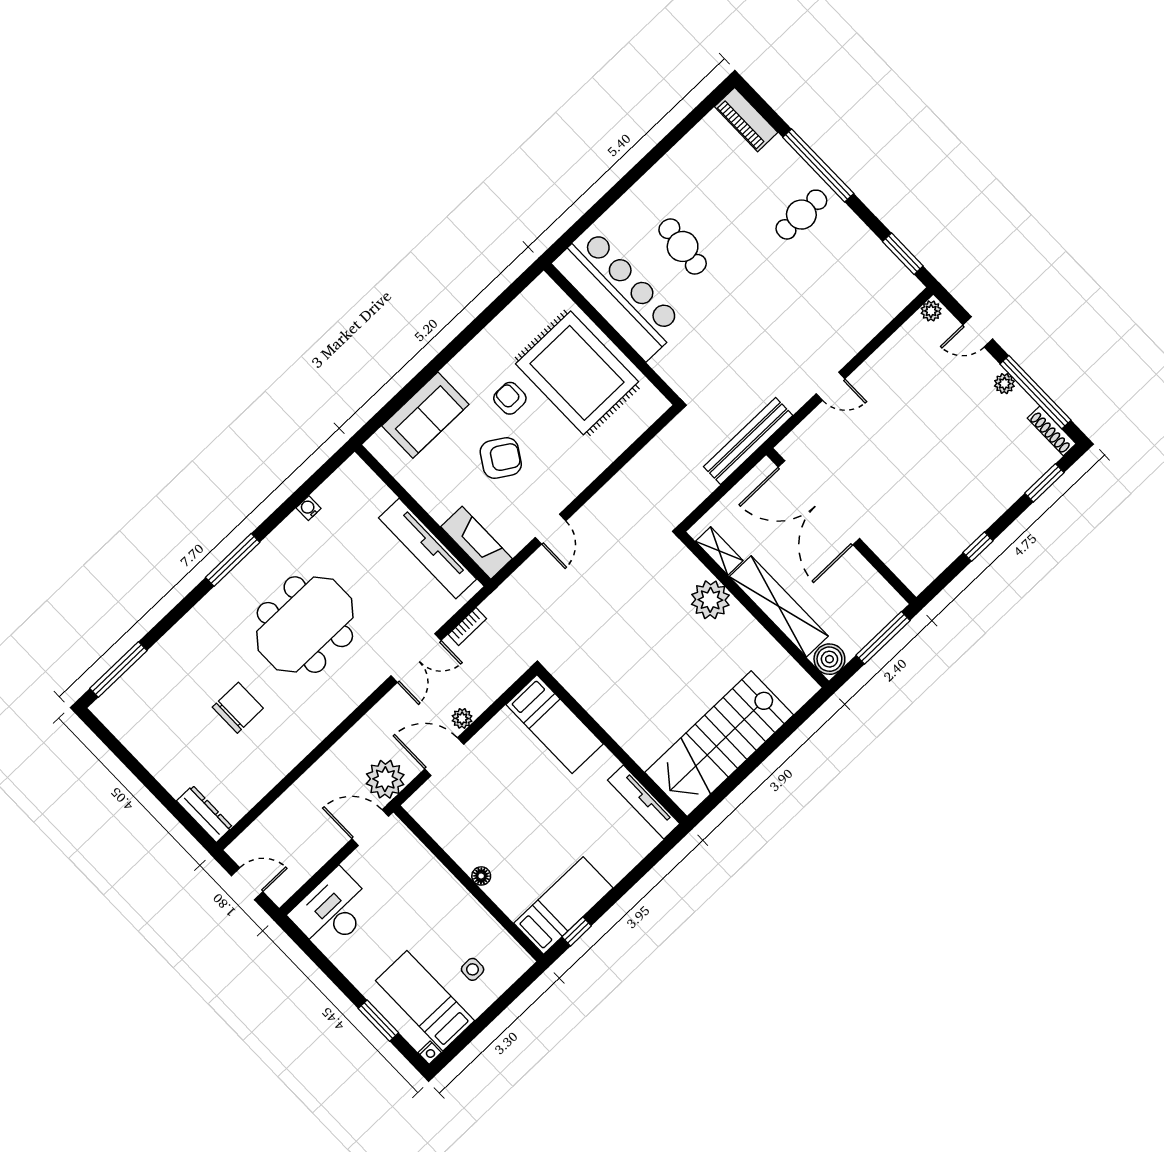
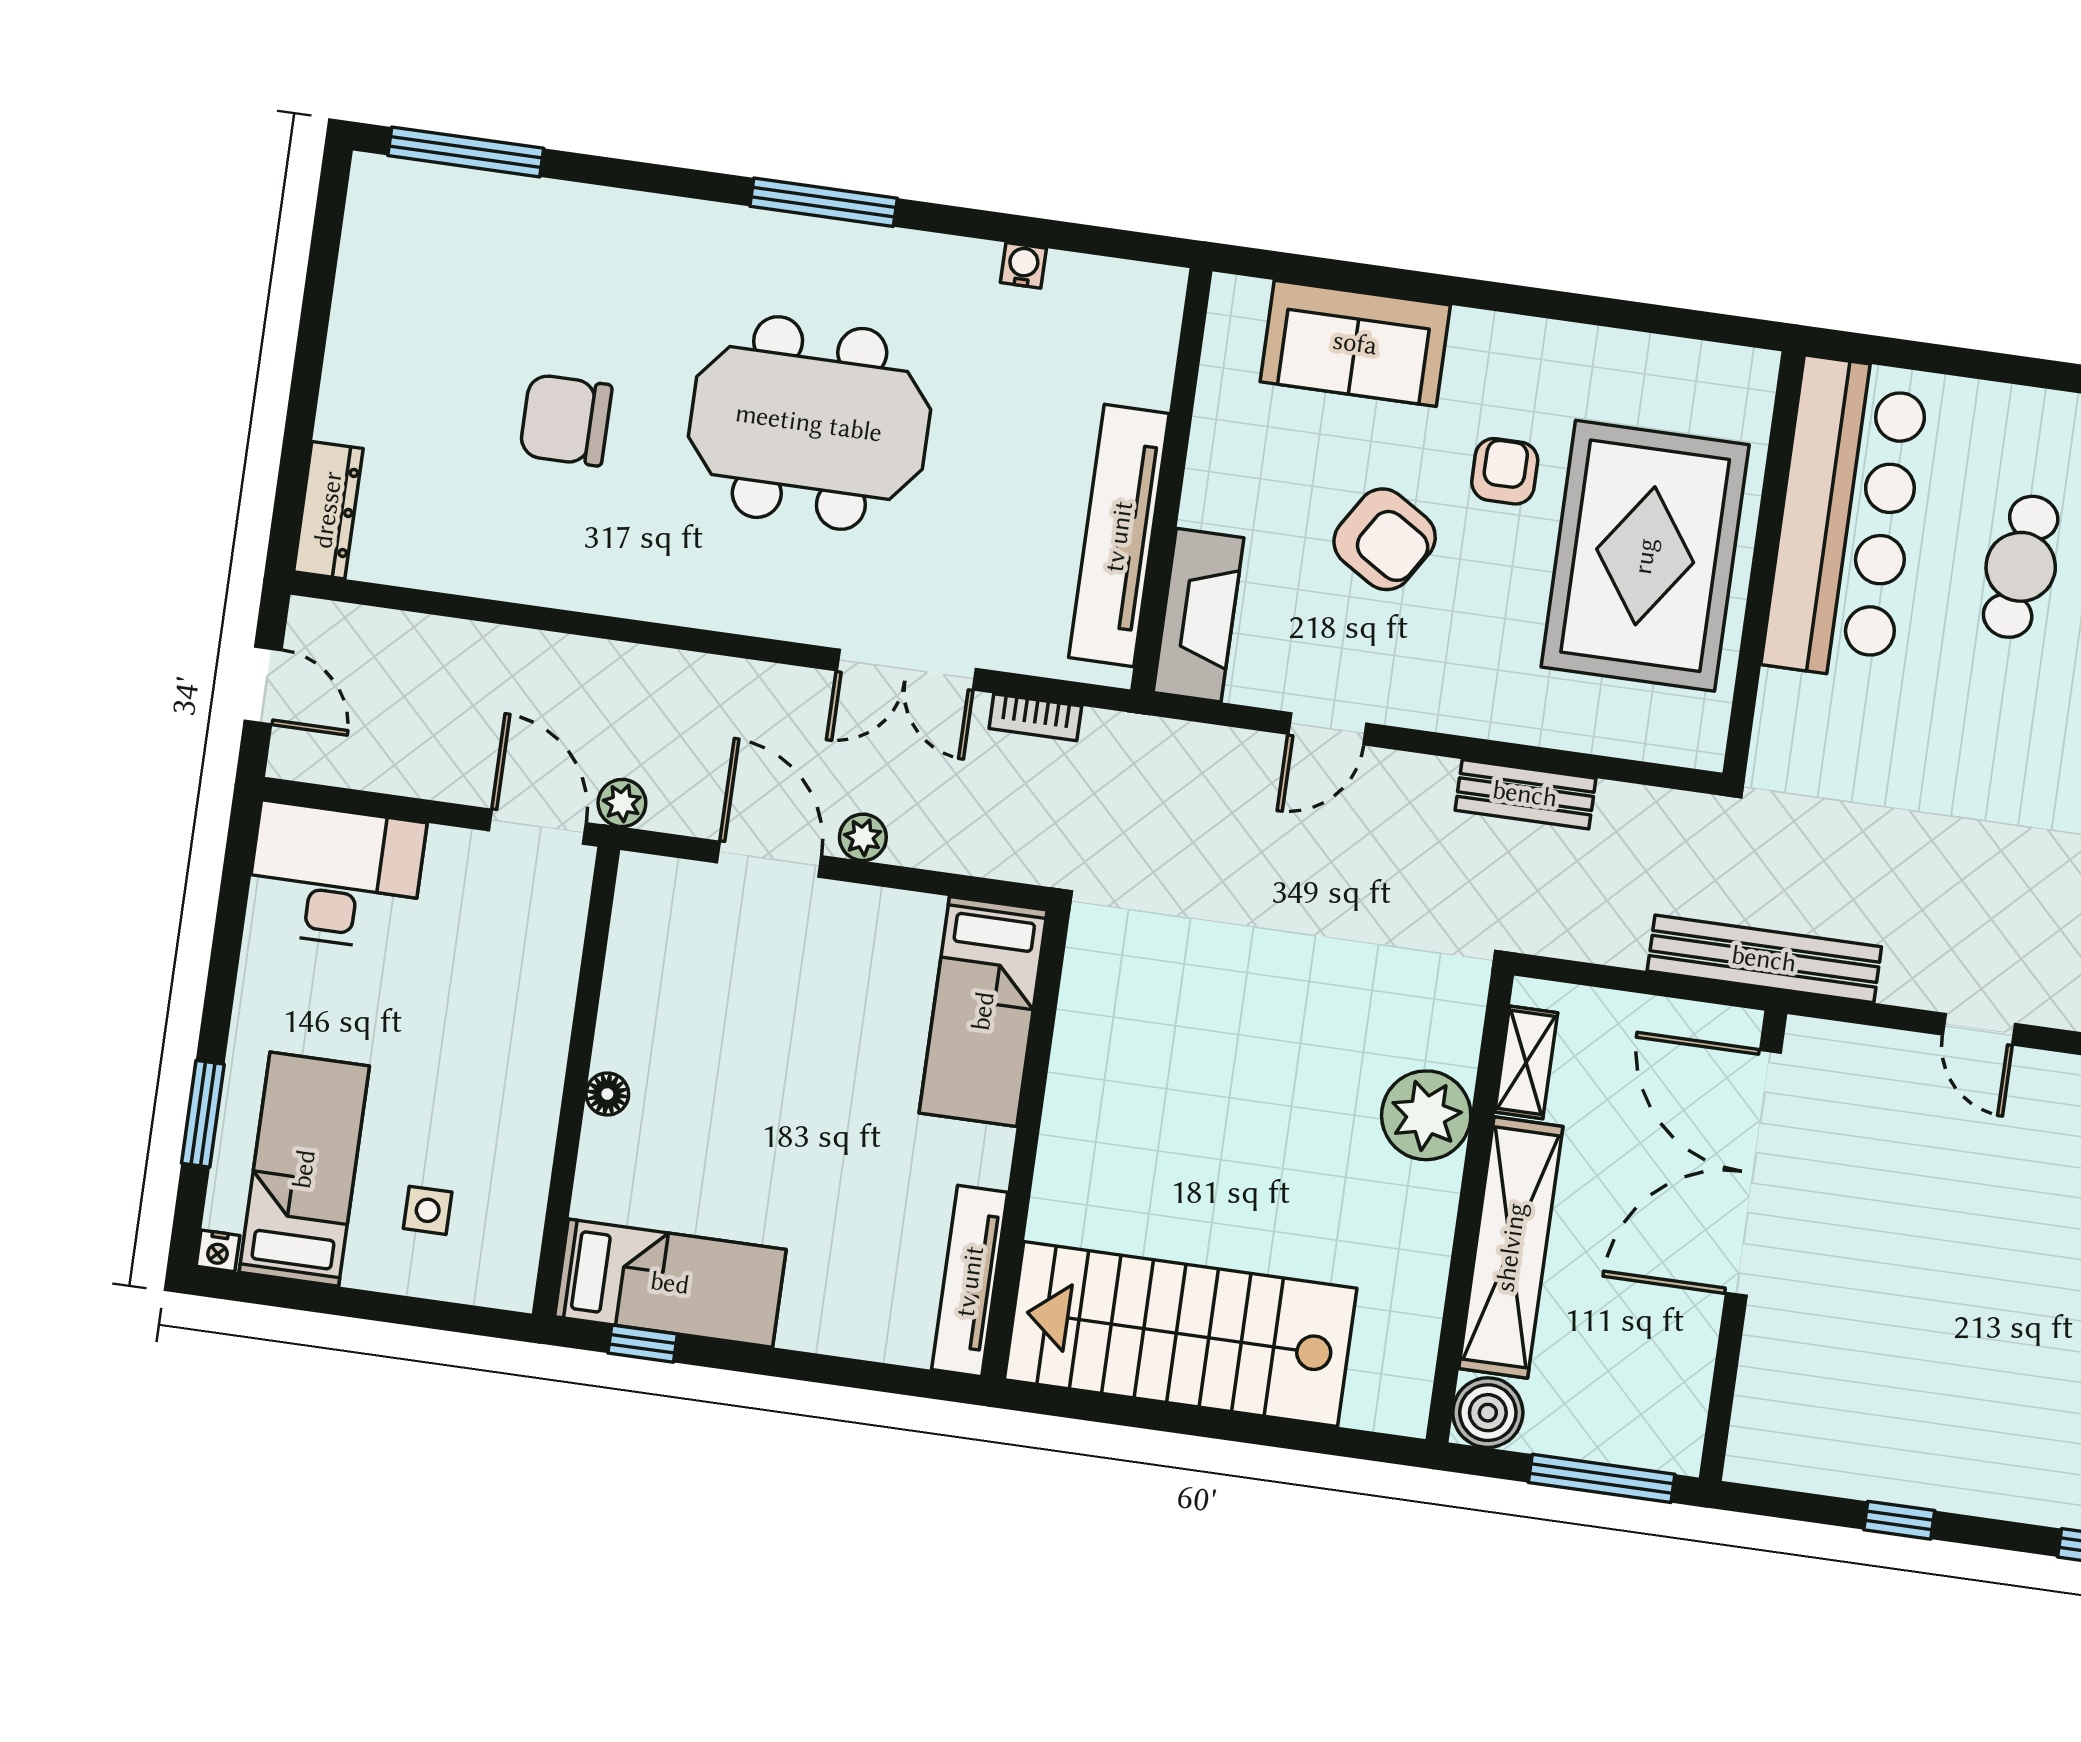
bench: (627, 479) -> (1525, 794), added
chair: (238, 708) -> (566, 420), turned 180
plant: (385, 779) -> (622, 803), width x0.53, depth x0.53

